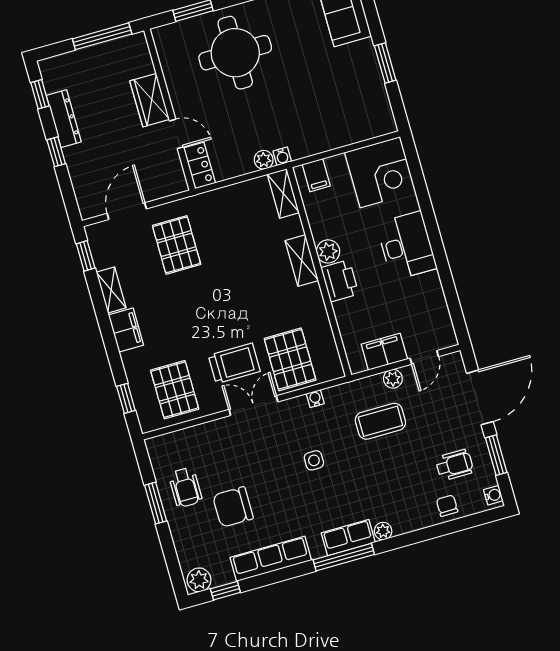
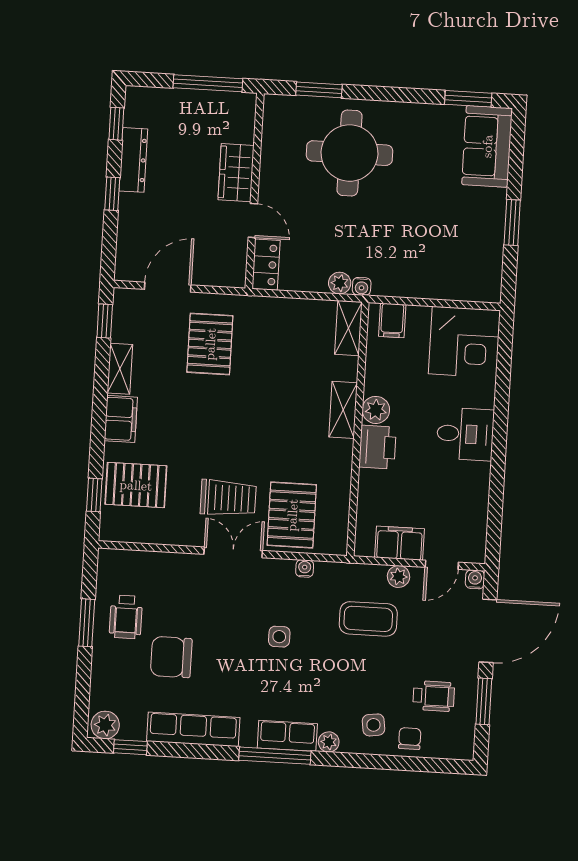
desk: (407, 246) -> (465, 434), width x0.73
pallet: (175, 390) -> (136, 485), moved, turned 90
water cooler: (493, 495) -> (475, 579), moved, turned -90
side table: (414, 505) -> (373, 725), added

